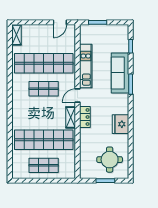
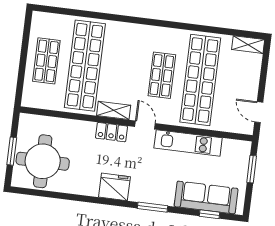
sofa: (120, 73) -> (206, 197), moved
fridge: (120, 124) -> (114, 187), moved
round table: (110, 160) -> (43, 161), width x1.36, depth x1.36

